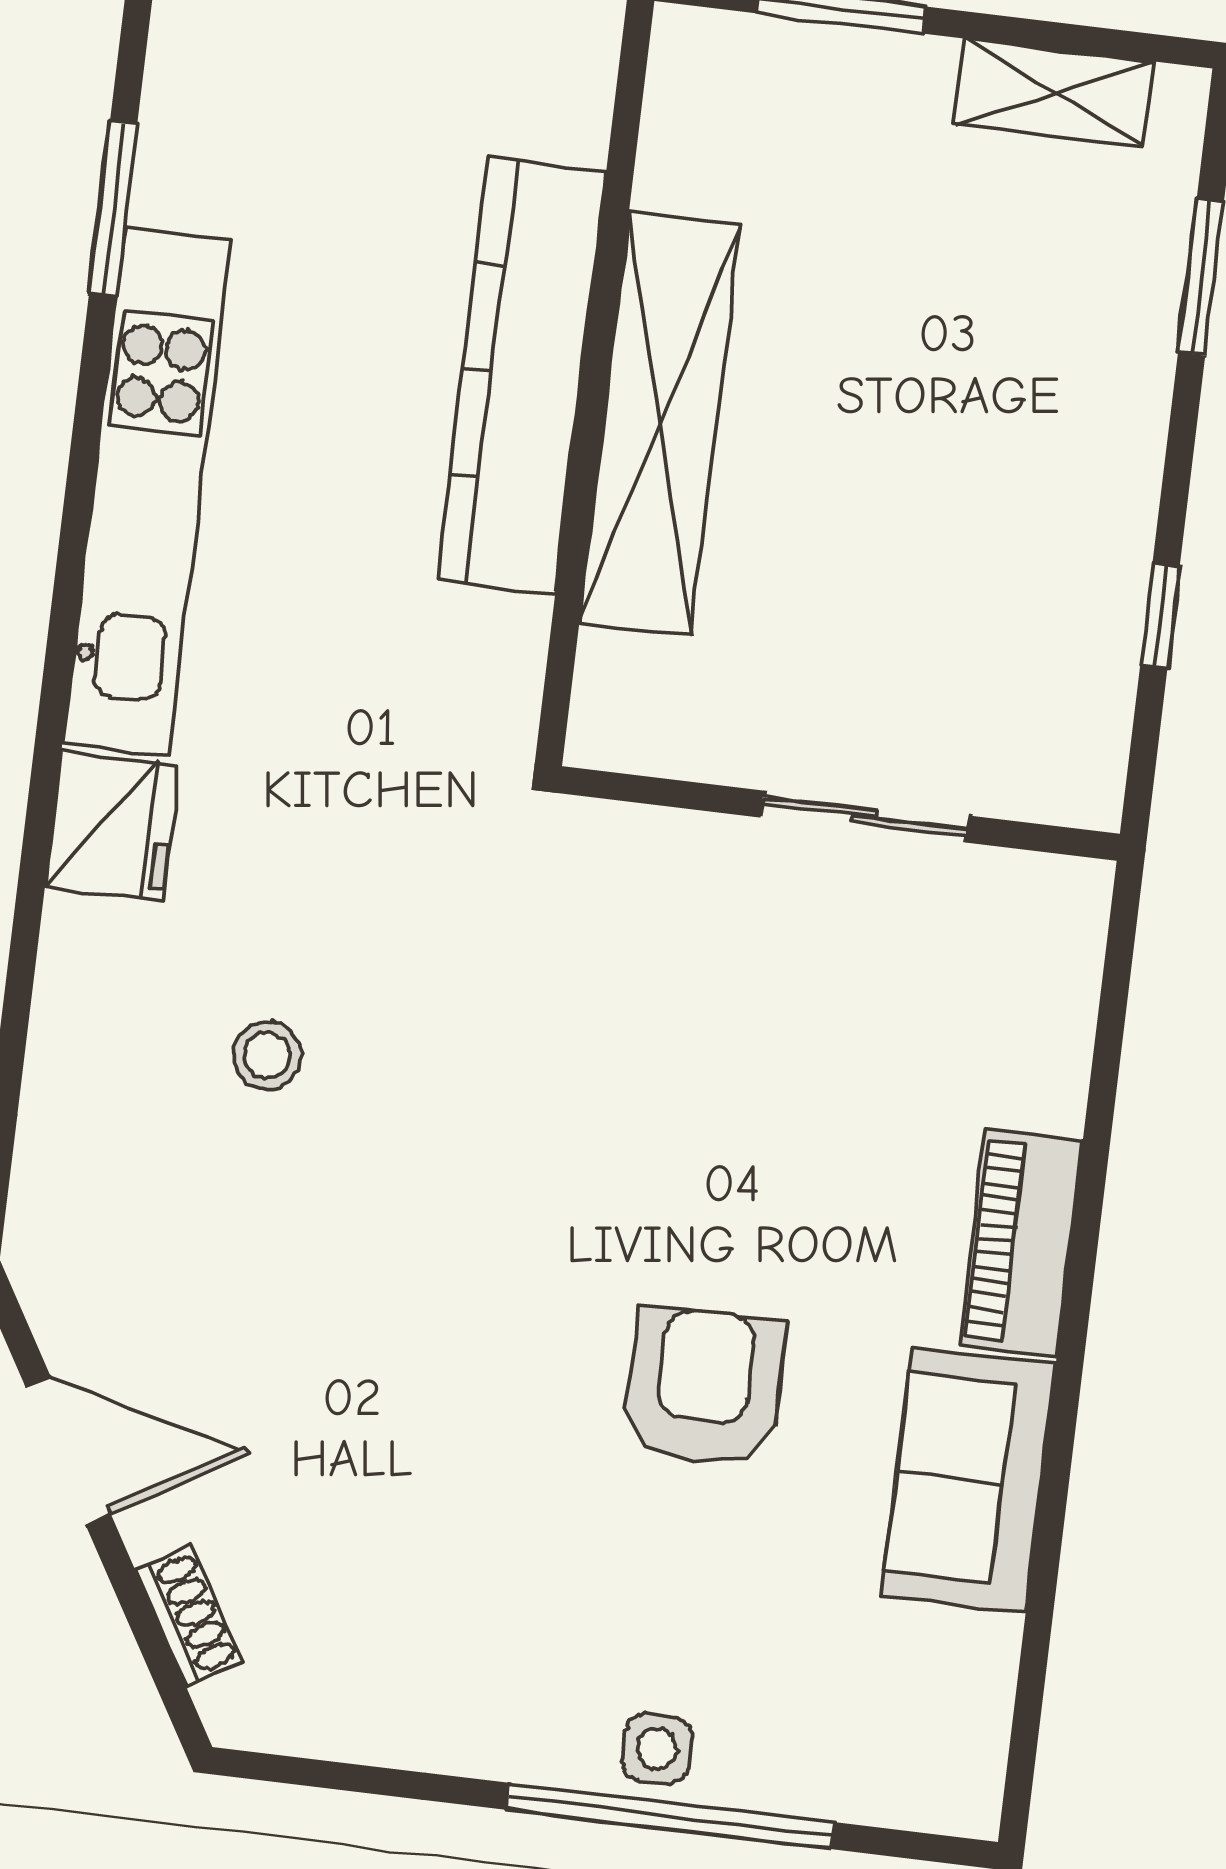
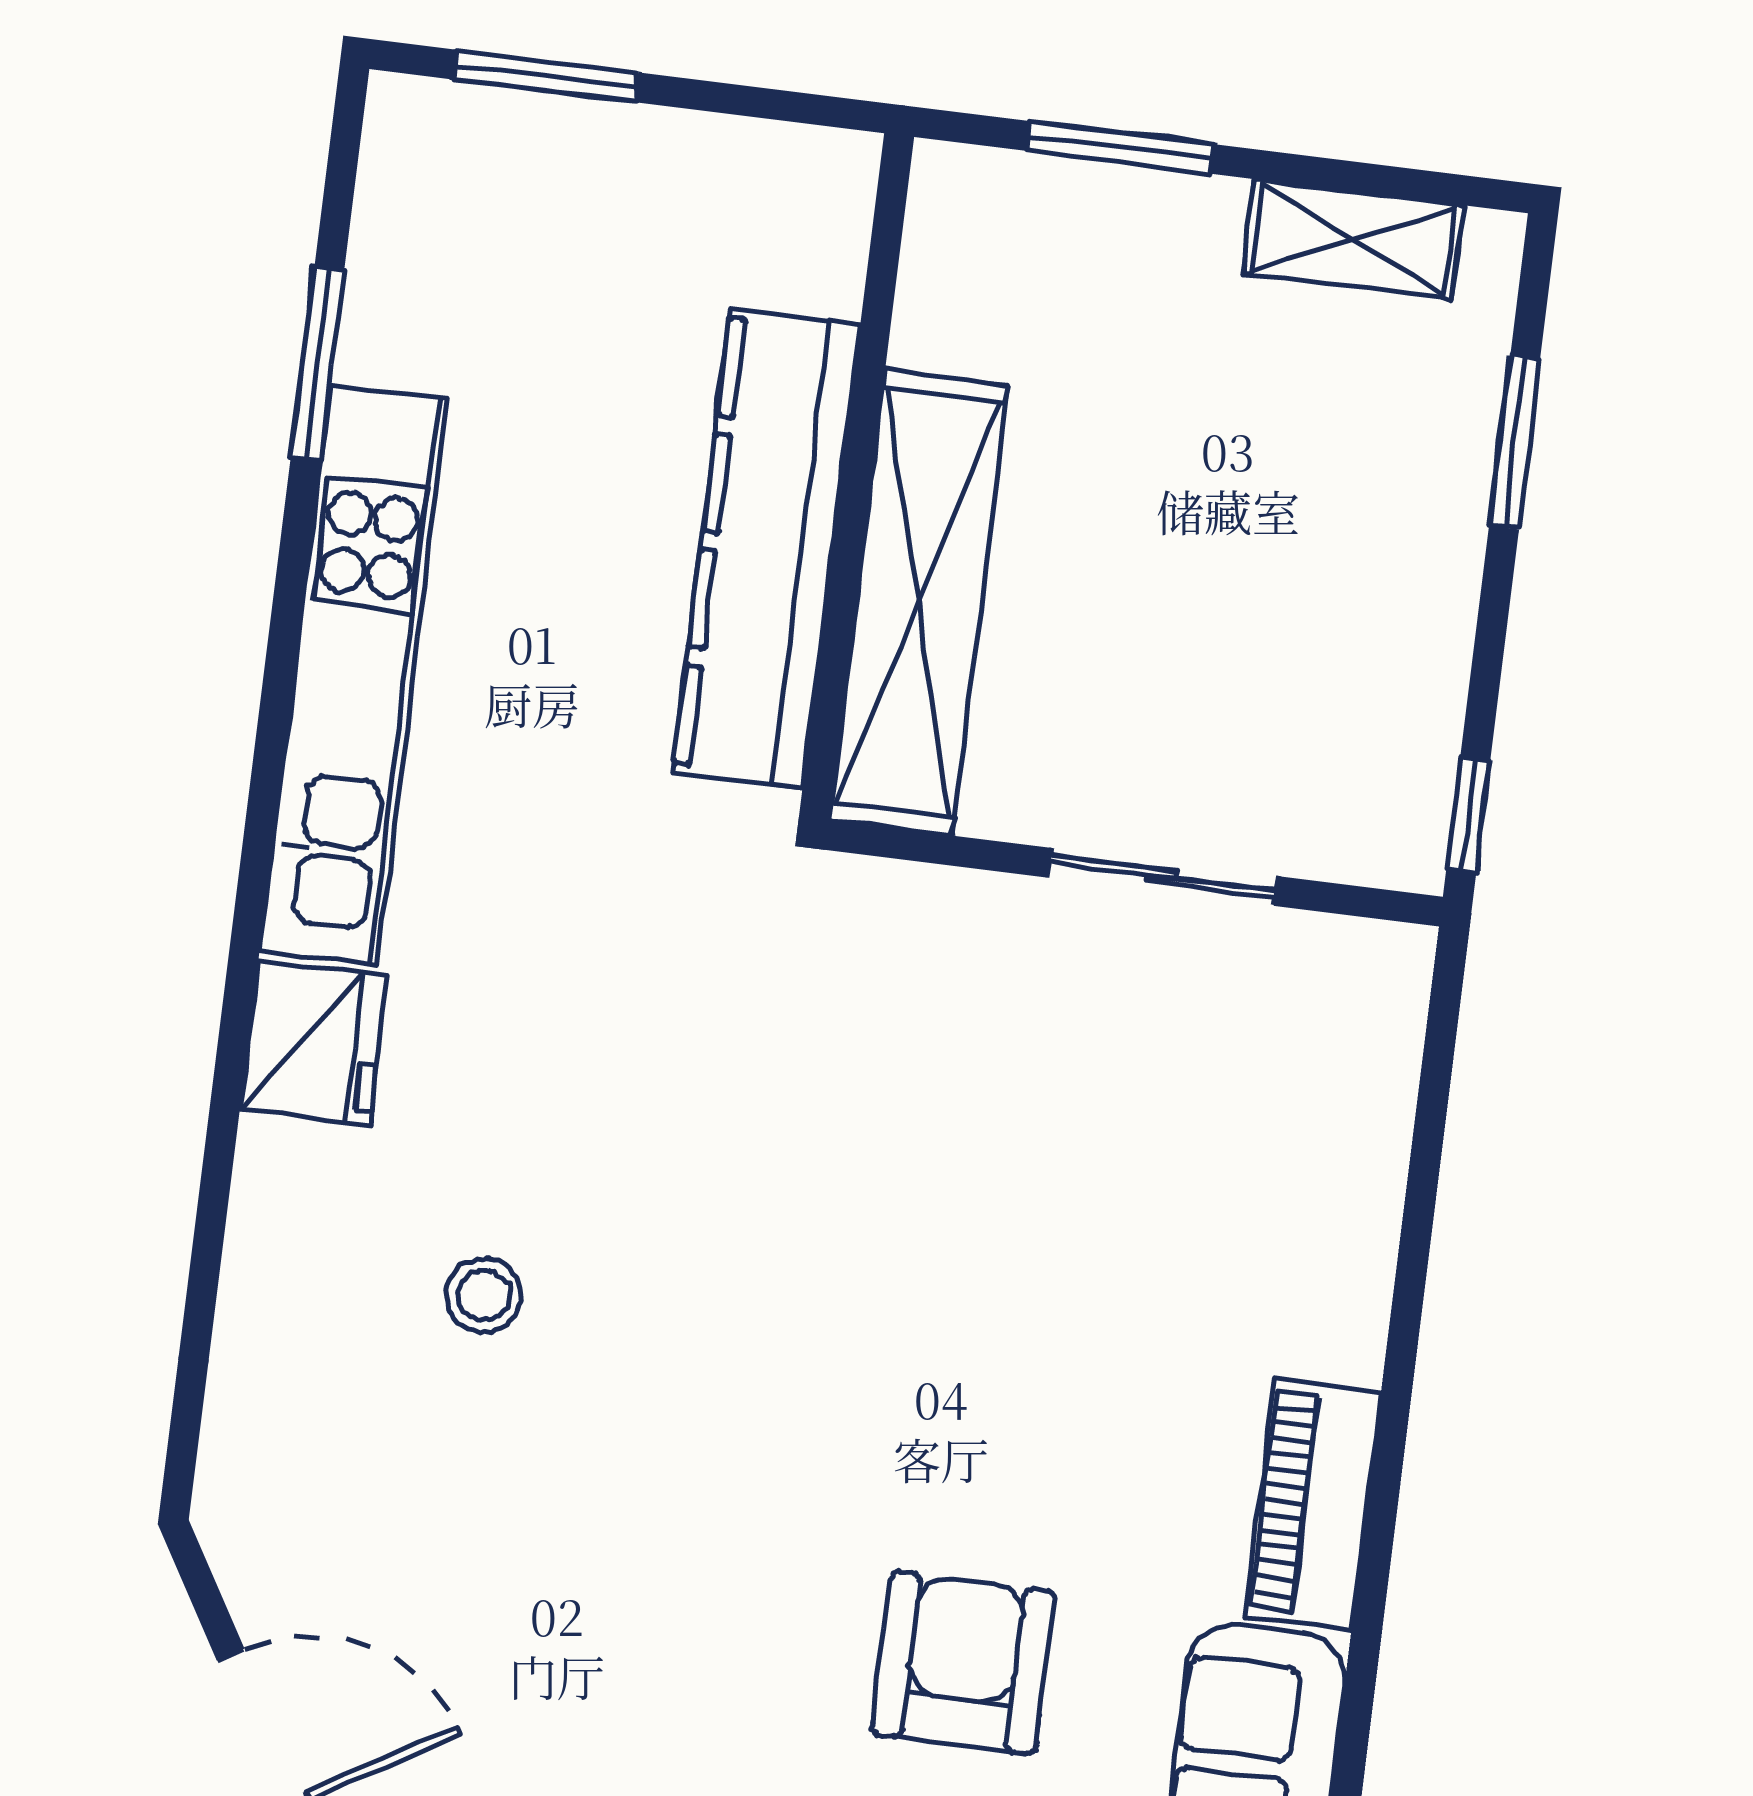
wall: (839, 813) -> (1134, 873), moved
sliding door: (865, 817) -> (1162, 877), moved

